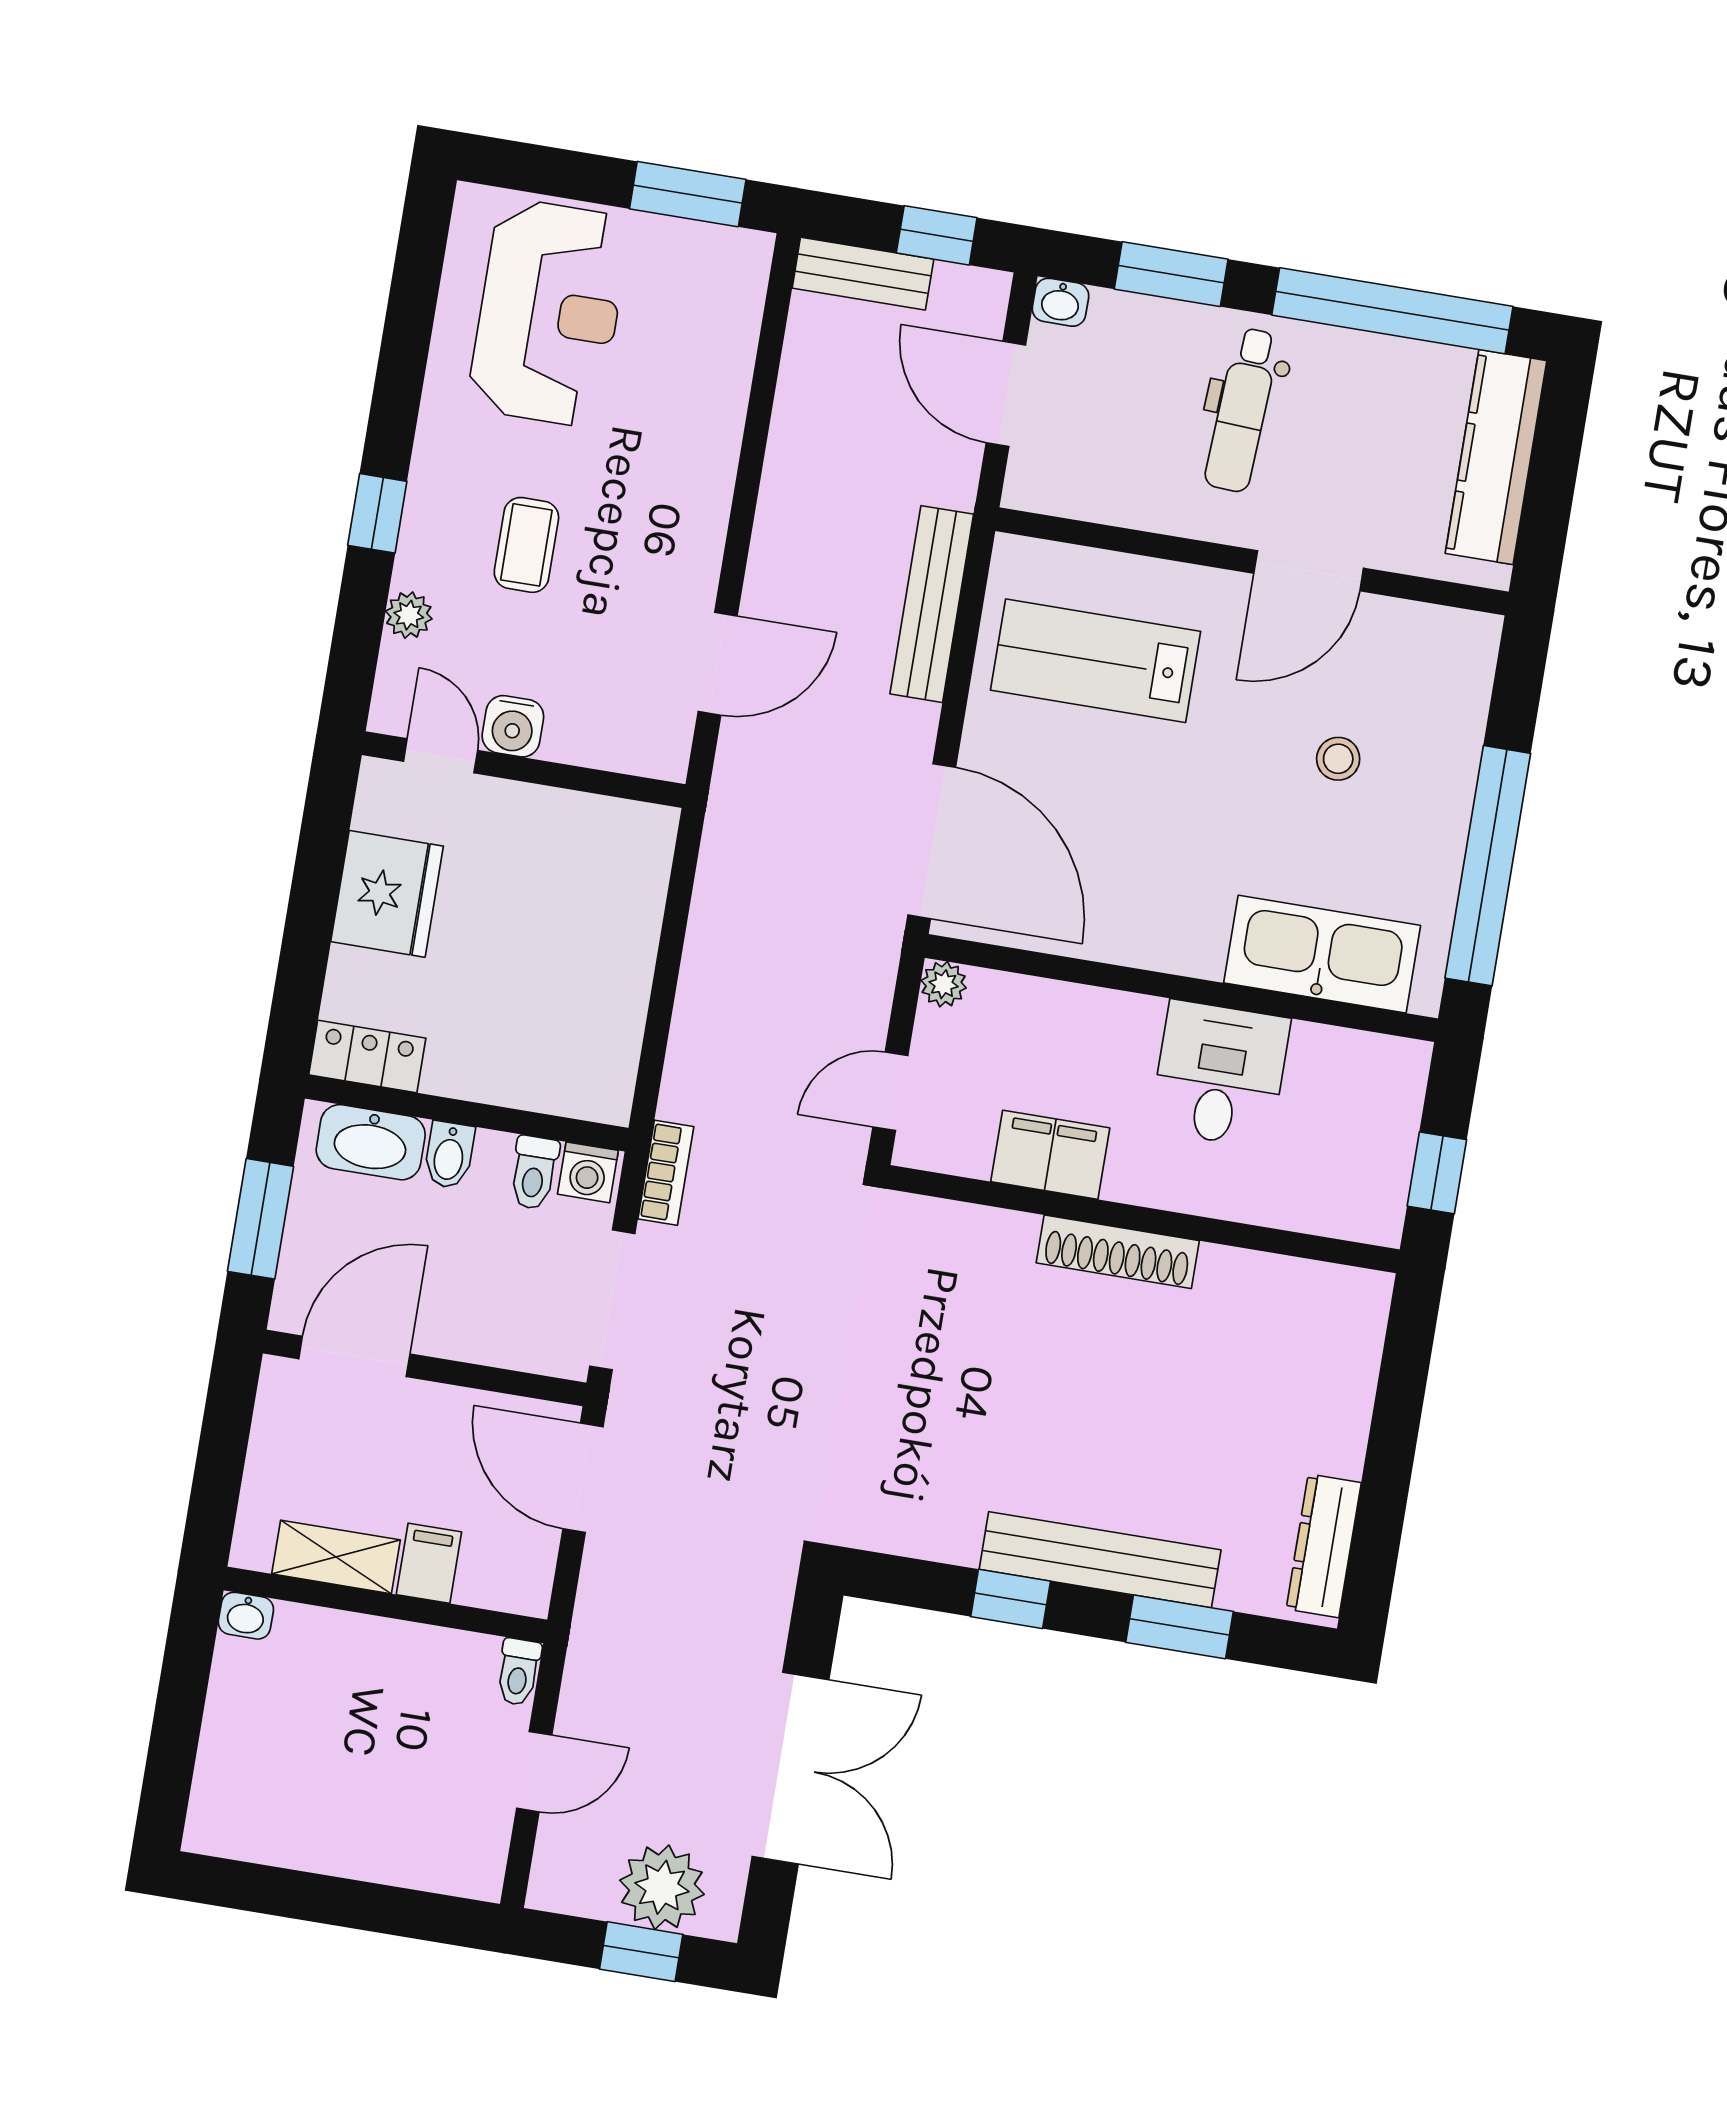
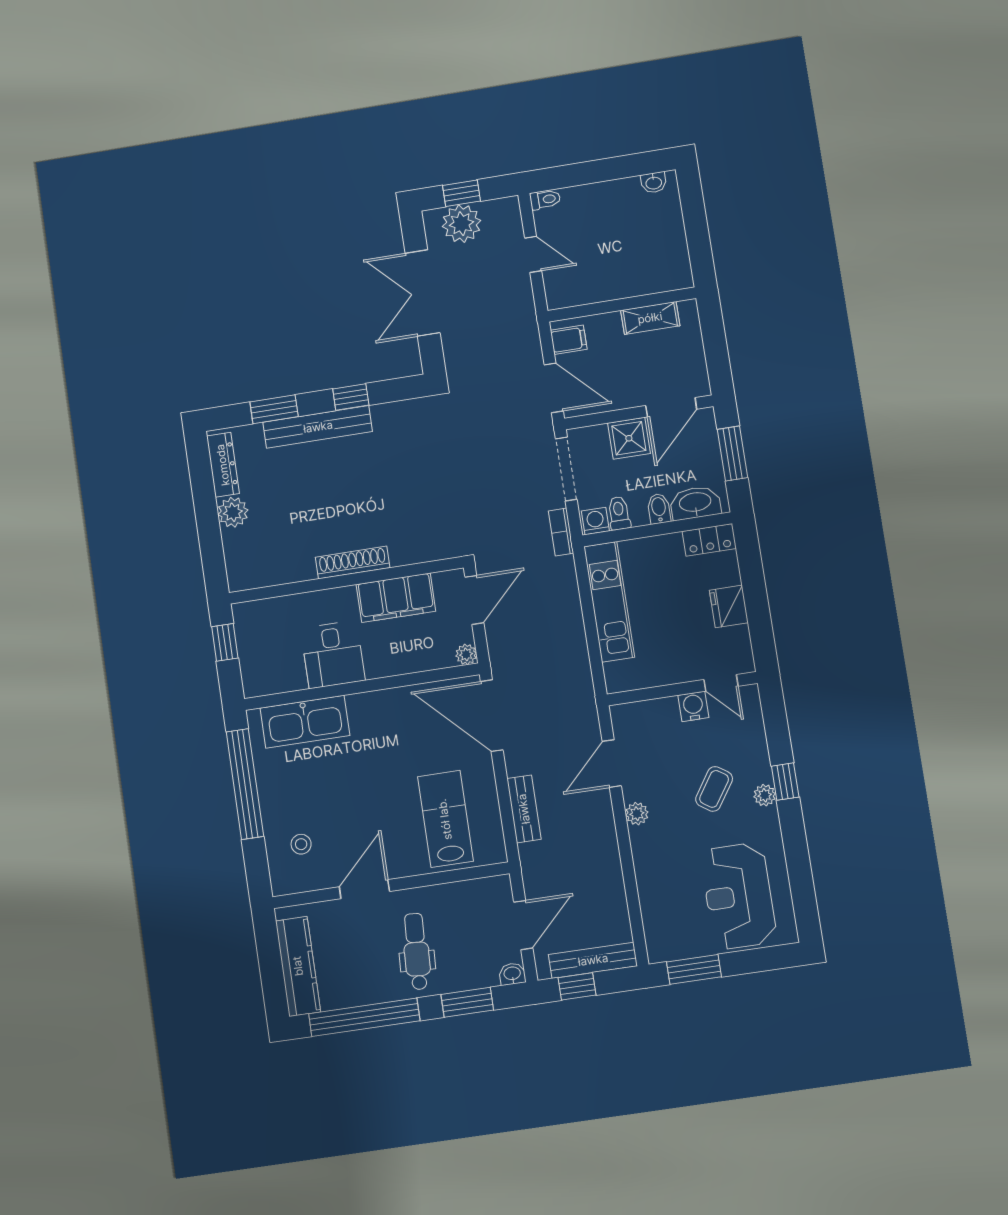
bench: (863, 274) -> (593, 960), width x1.36
door: (1006, 394) -> (523, 925), hinge flipped
coffee table: (526, 545) -> (714, 789), turned 34
plant: (700, 545) -> (637, 814), added
bench: (932, 604) -> (524, 809), width x0.73
plant: (409, 615) -> (765, 795), moved
lab bench: (1096, 661) -> (445, 819), turned -90
stool: (1338, 759) -> (301, 844), moved
fridge: (387, 894) -> (729, 606), width x0.73, depth x0.75
kitchen unit: (614, 997) -> (609, 602), added
door: (890, 1091) -> (474, 600), width x1.38
filing cabinet: (1050, 1155) -> (396, 598), width x1.50, depth x1.17
shower: (462, 1321) -> (629, 438), added
plant: (1334, 1439) -> (233, 512), added
filing cabinet: (429, 1563) -> (569, 340), moved, turned -90
washbasin: (246, 1616) -> (654, 183), moved, turned 180
toilet: (518, 1672) -> (545, 200), moved, turned 90
door: (534, 1772) -> (533, 254), swing flipped

